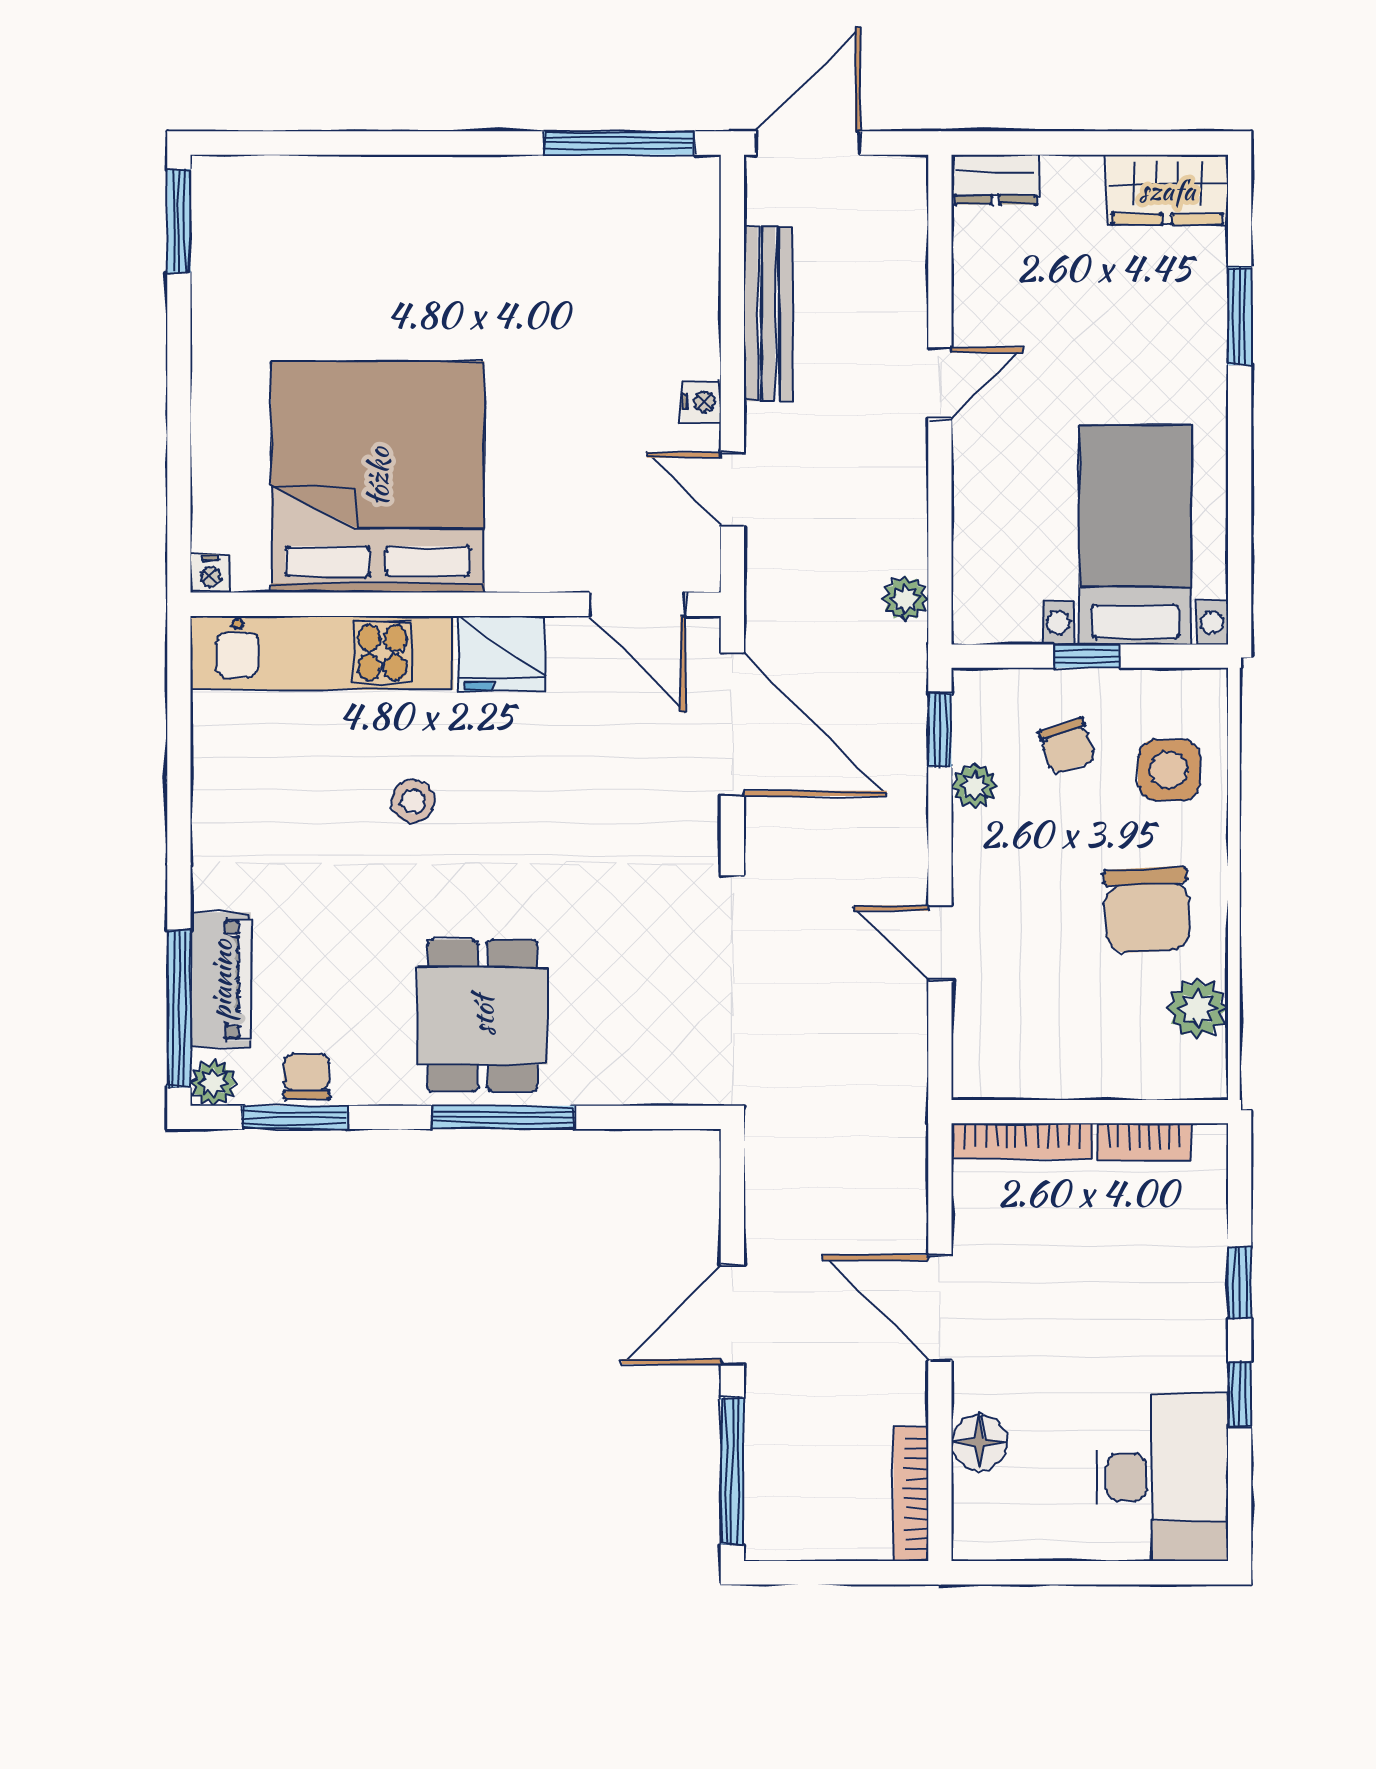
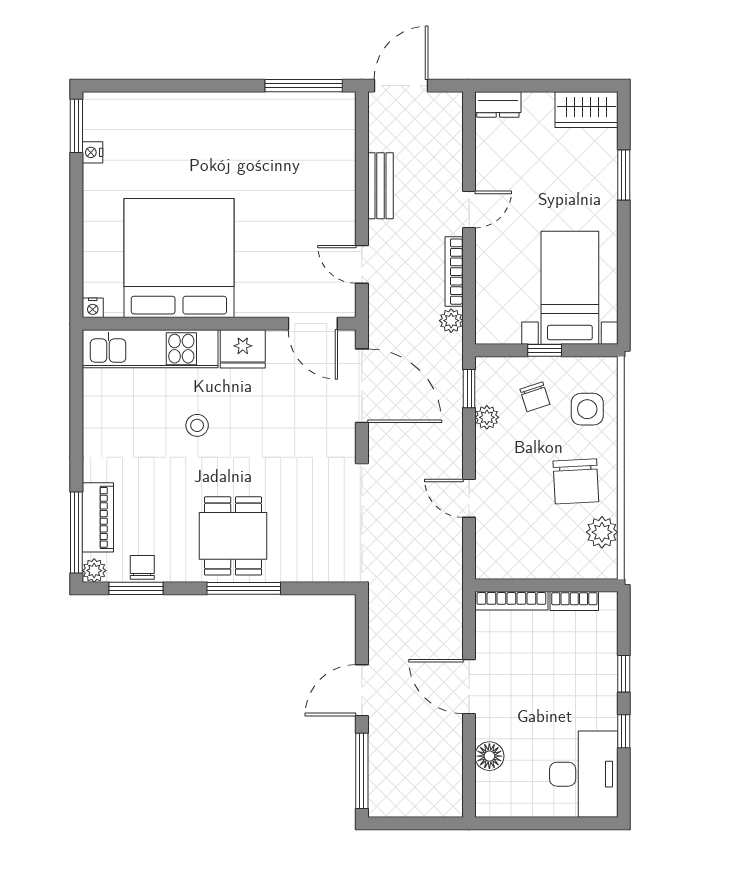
bench: (768, 314) -> (380, 186), width x0.73
nightstand: (701, 402) -> (92, 152), moved, turned 180
bookcase: (911, 1494) -> (454, 272), moved

